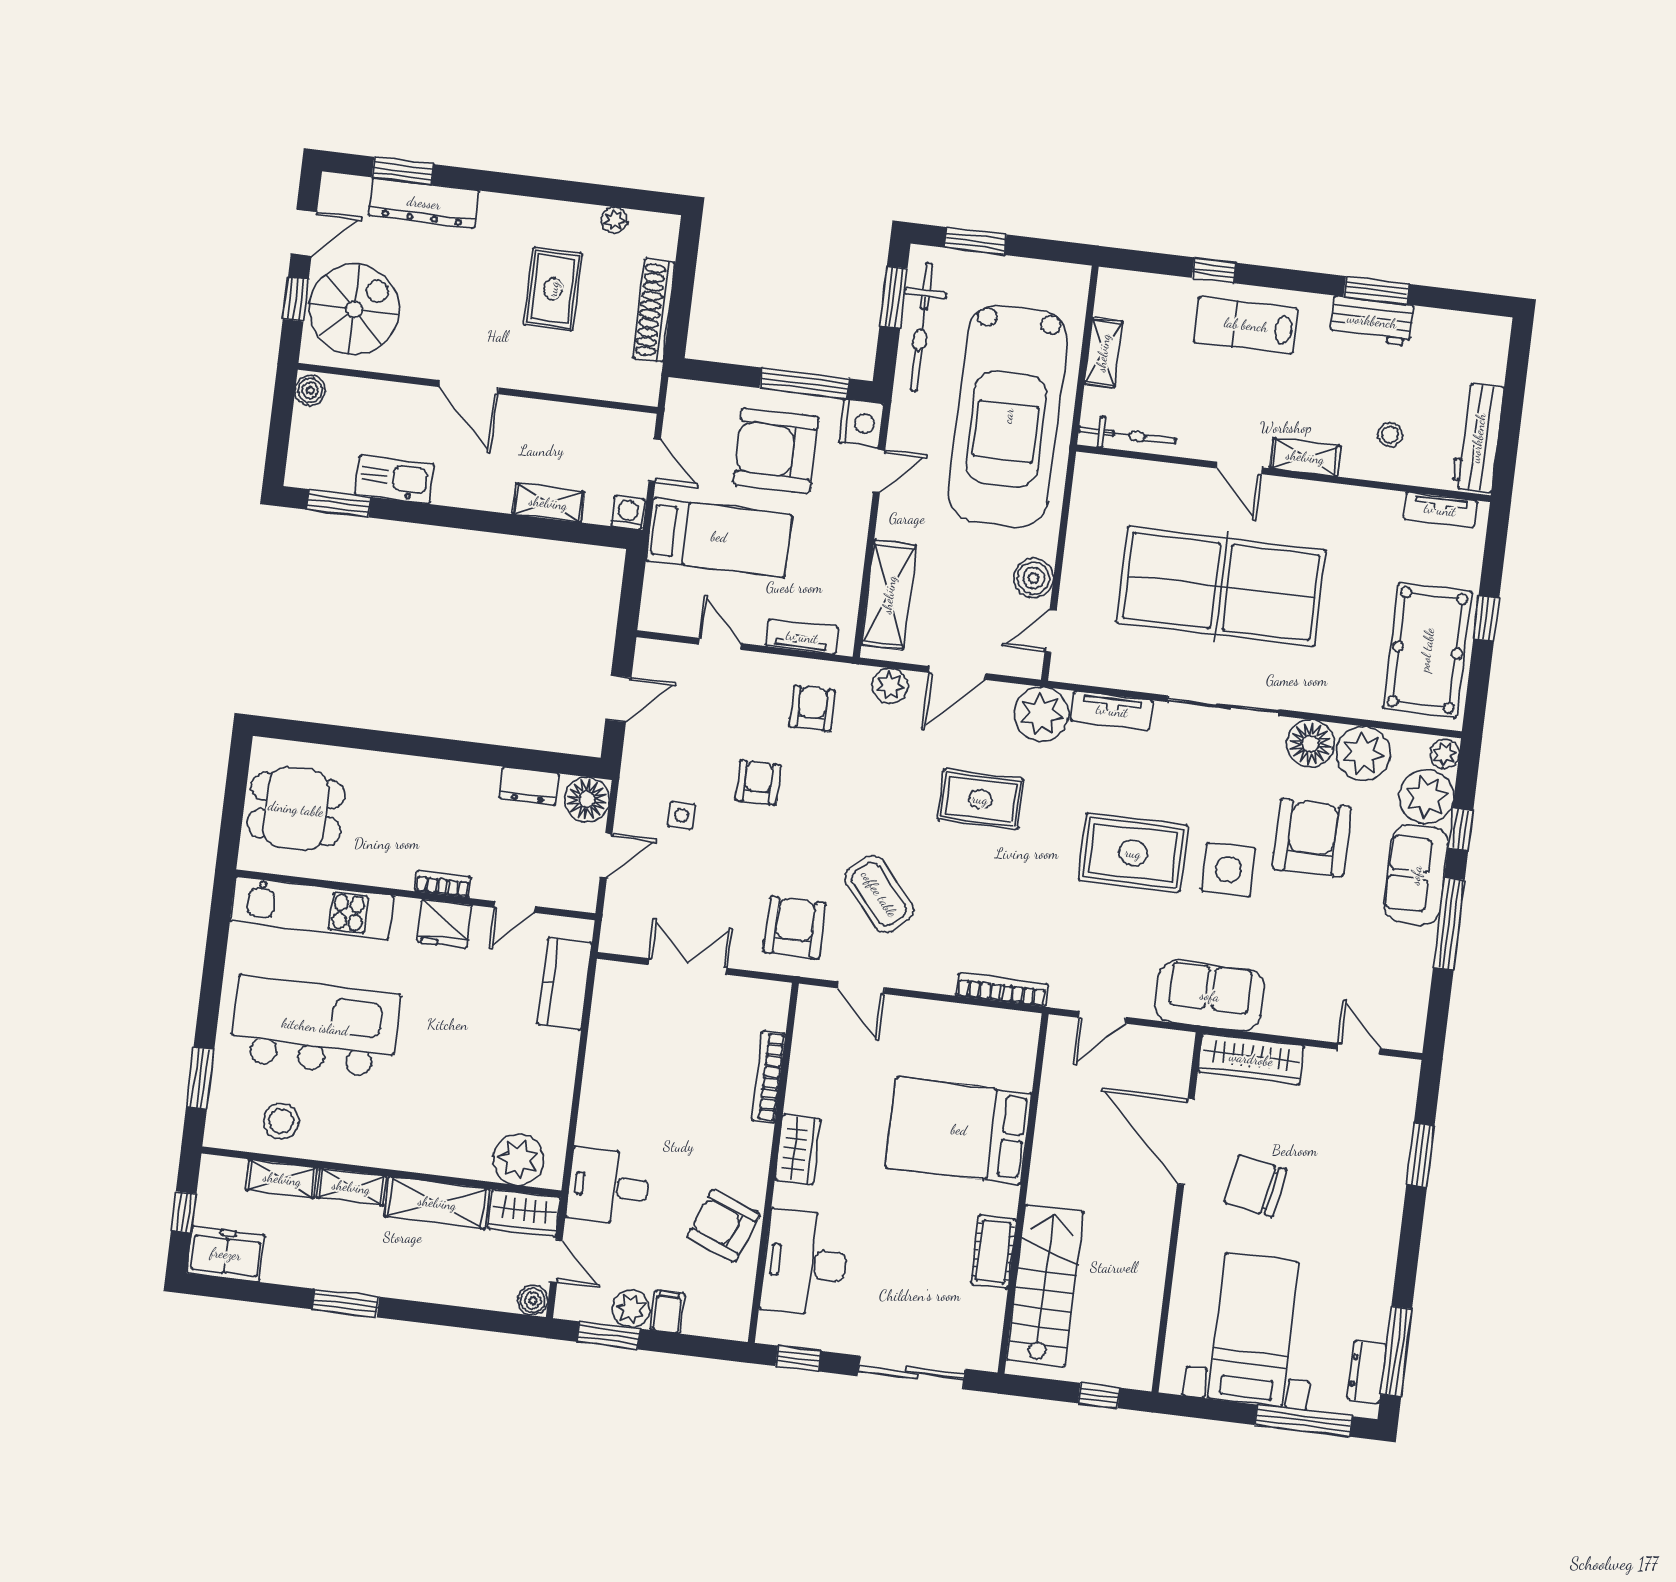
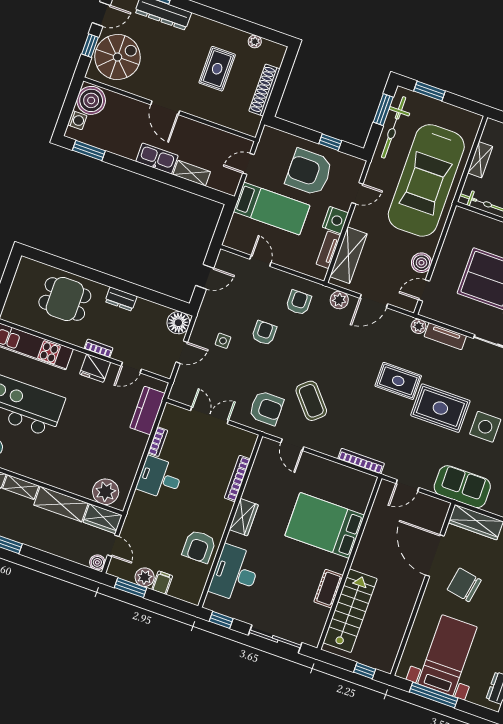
window: (804, 383) -> (330, 142), width x0.46
boiler: (310, 390) -> (91, 100), width x1.86, depth x1.86
nightstand: (861, 423) -> (335, 220), moved
door: (655, 461) -> (248, 164), swing flipped
kitchen sink: (395, 480) -> (157, 158), moved
washing machine: (628, 513) -> (77, 120), moved, turned 90
tv unit: (802, 637) -> (328, 250), moved, turned -90
plant: (1041, 714) -> (419, 326), width x0.53, depth x0.53
dresser: (529, 786) -> (121, 299), moved
rug: (980, 799) -> (398, 381), moved
dining table: (296, 809) -> (65, 299), moved
armchair: (795, 928) -> (266, 408), turned 90
bookcase: (598, 1040) -> (158, 442), added
desk: (608, 1186) -> (160, 478), moved
armchair: (723, 1226) -> (199, 546), turned -111
window: (1303, 1421) -> (434, 695), moved

